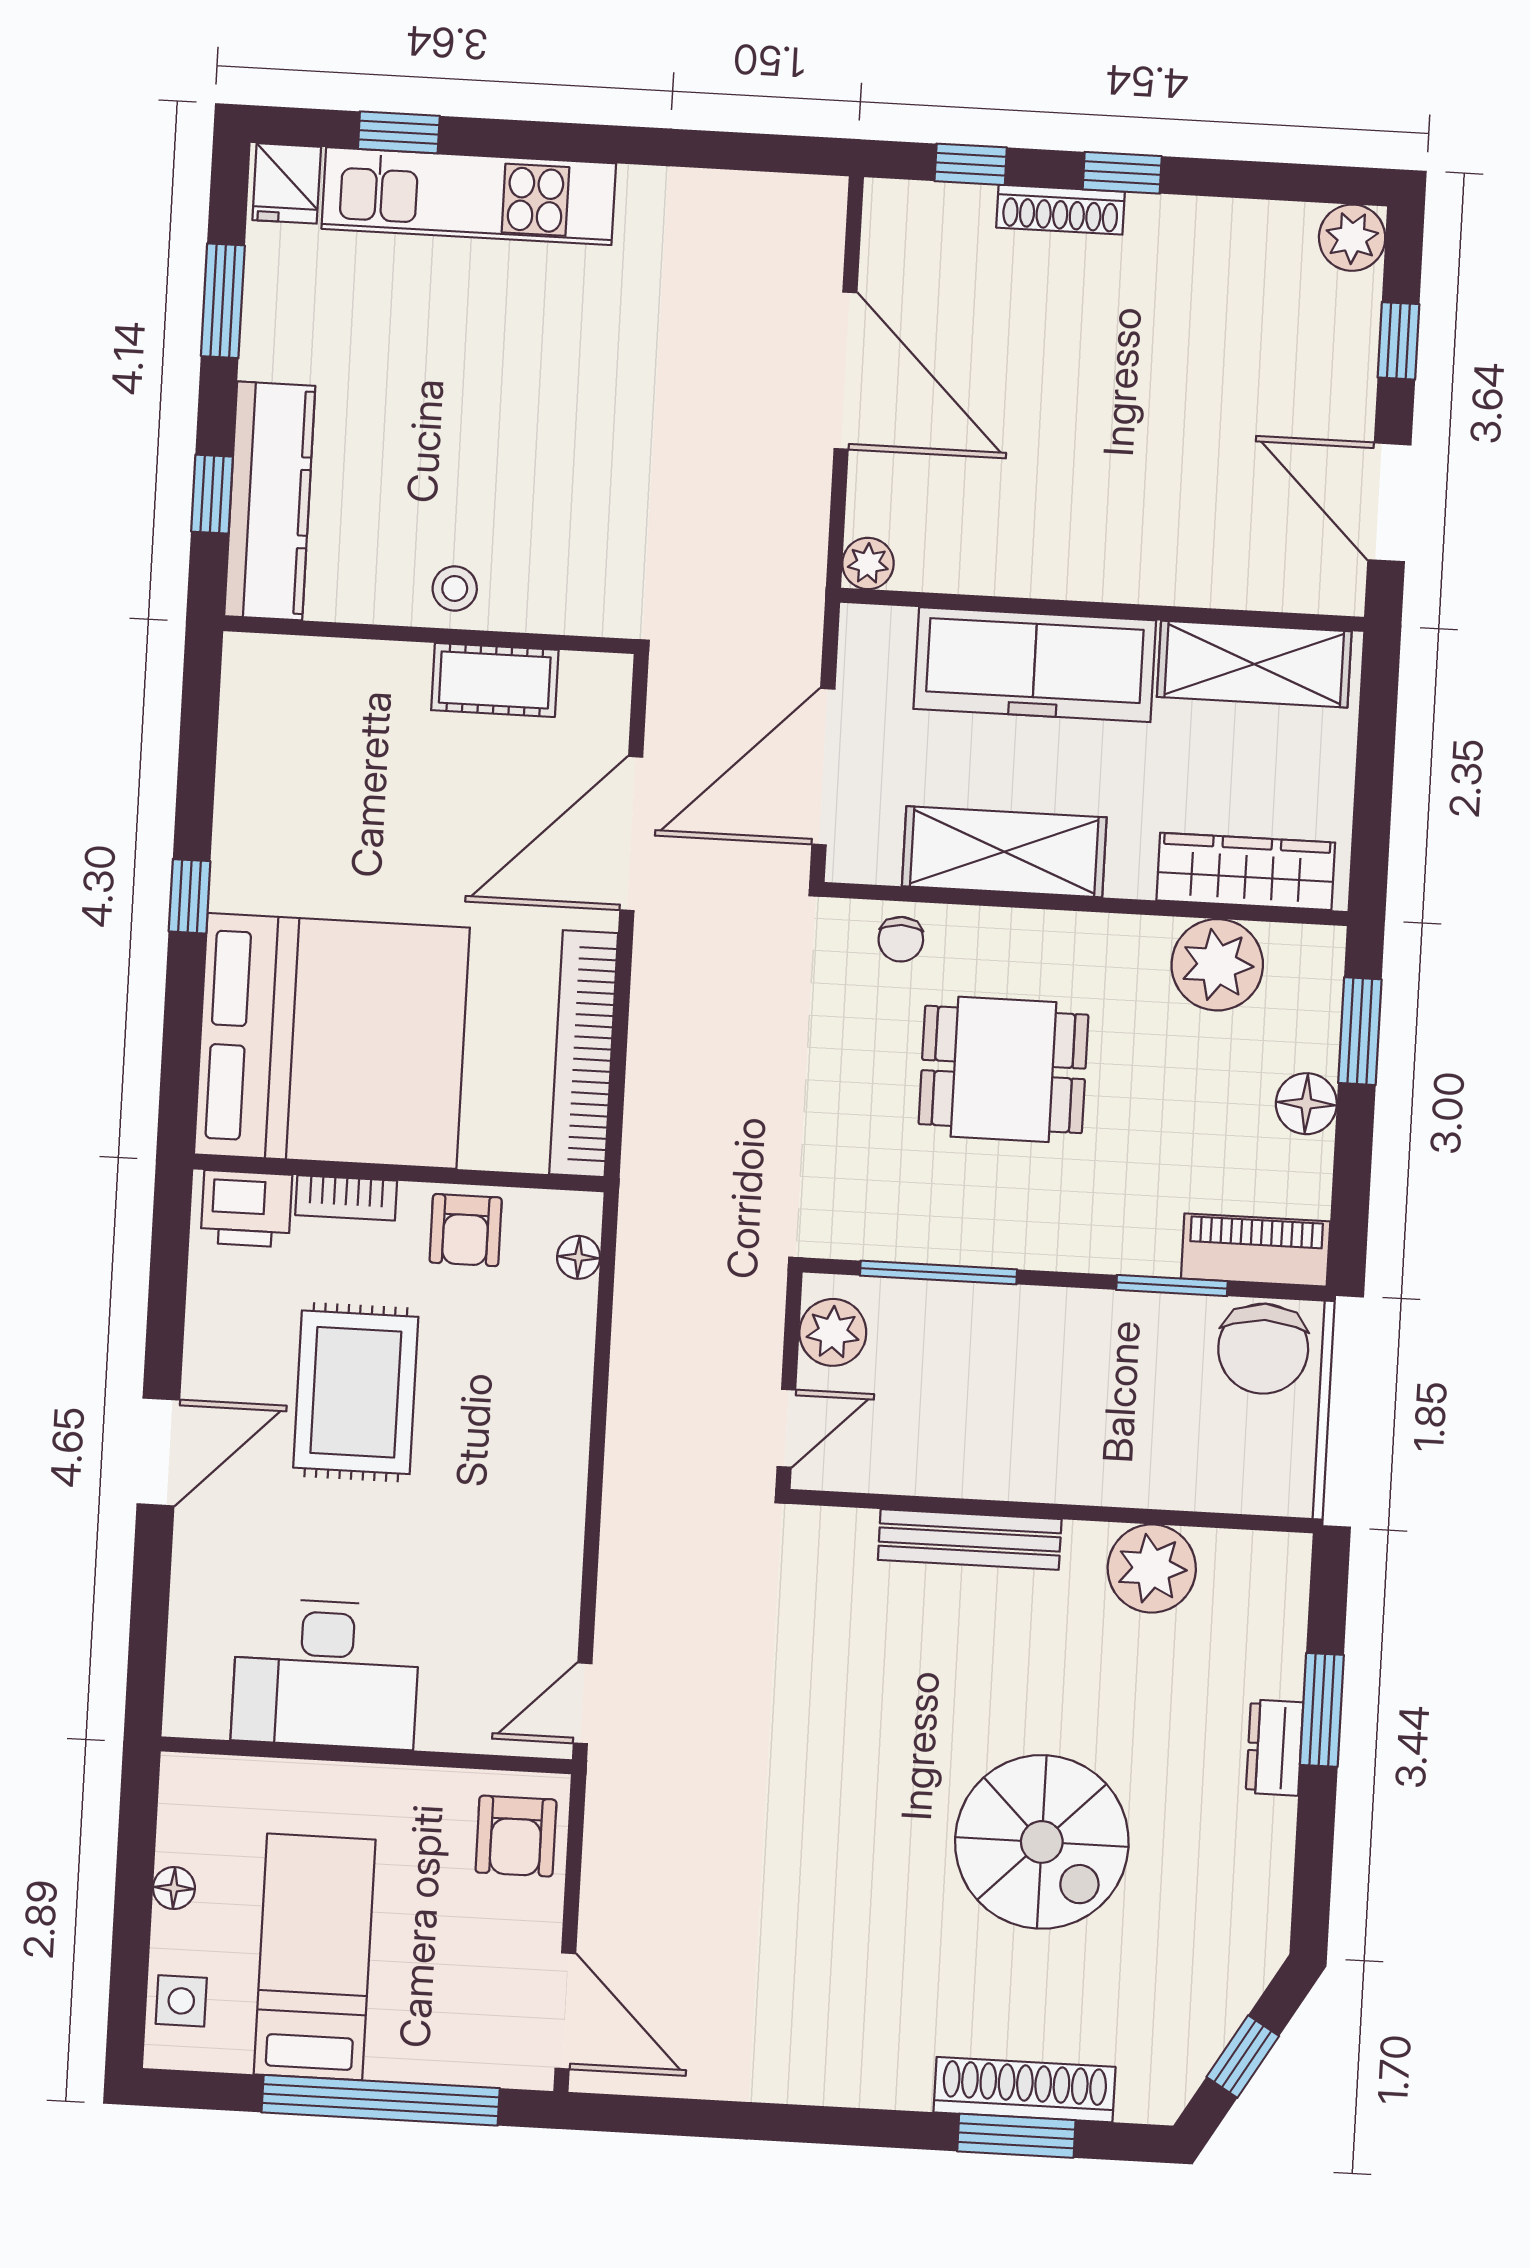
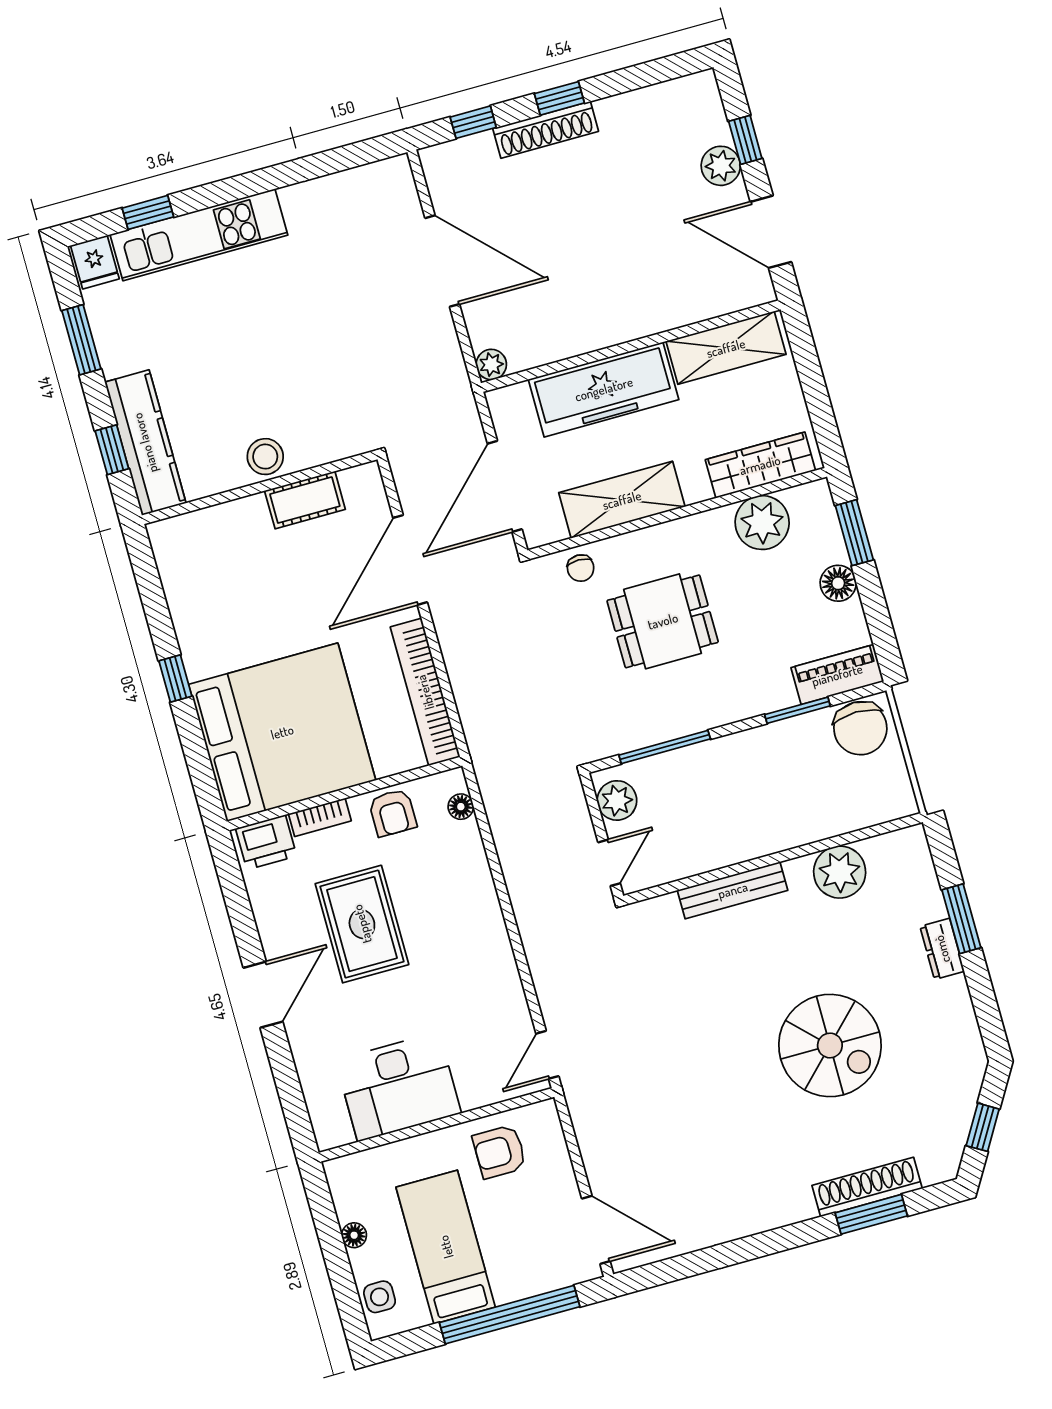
shoe rack: (1060, 210) -> (546, 130), width x1.36, depth x1.24
plant: (1352, 238) -> (721, 166), moved
stool: (455, 588) -> (265, 457), width x1.37, depth x1.37
armchair: (516, 1836) -> (499, 1152), moved, turned 90

